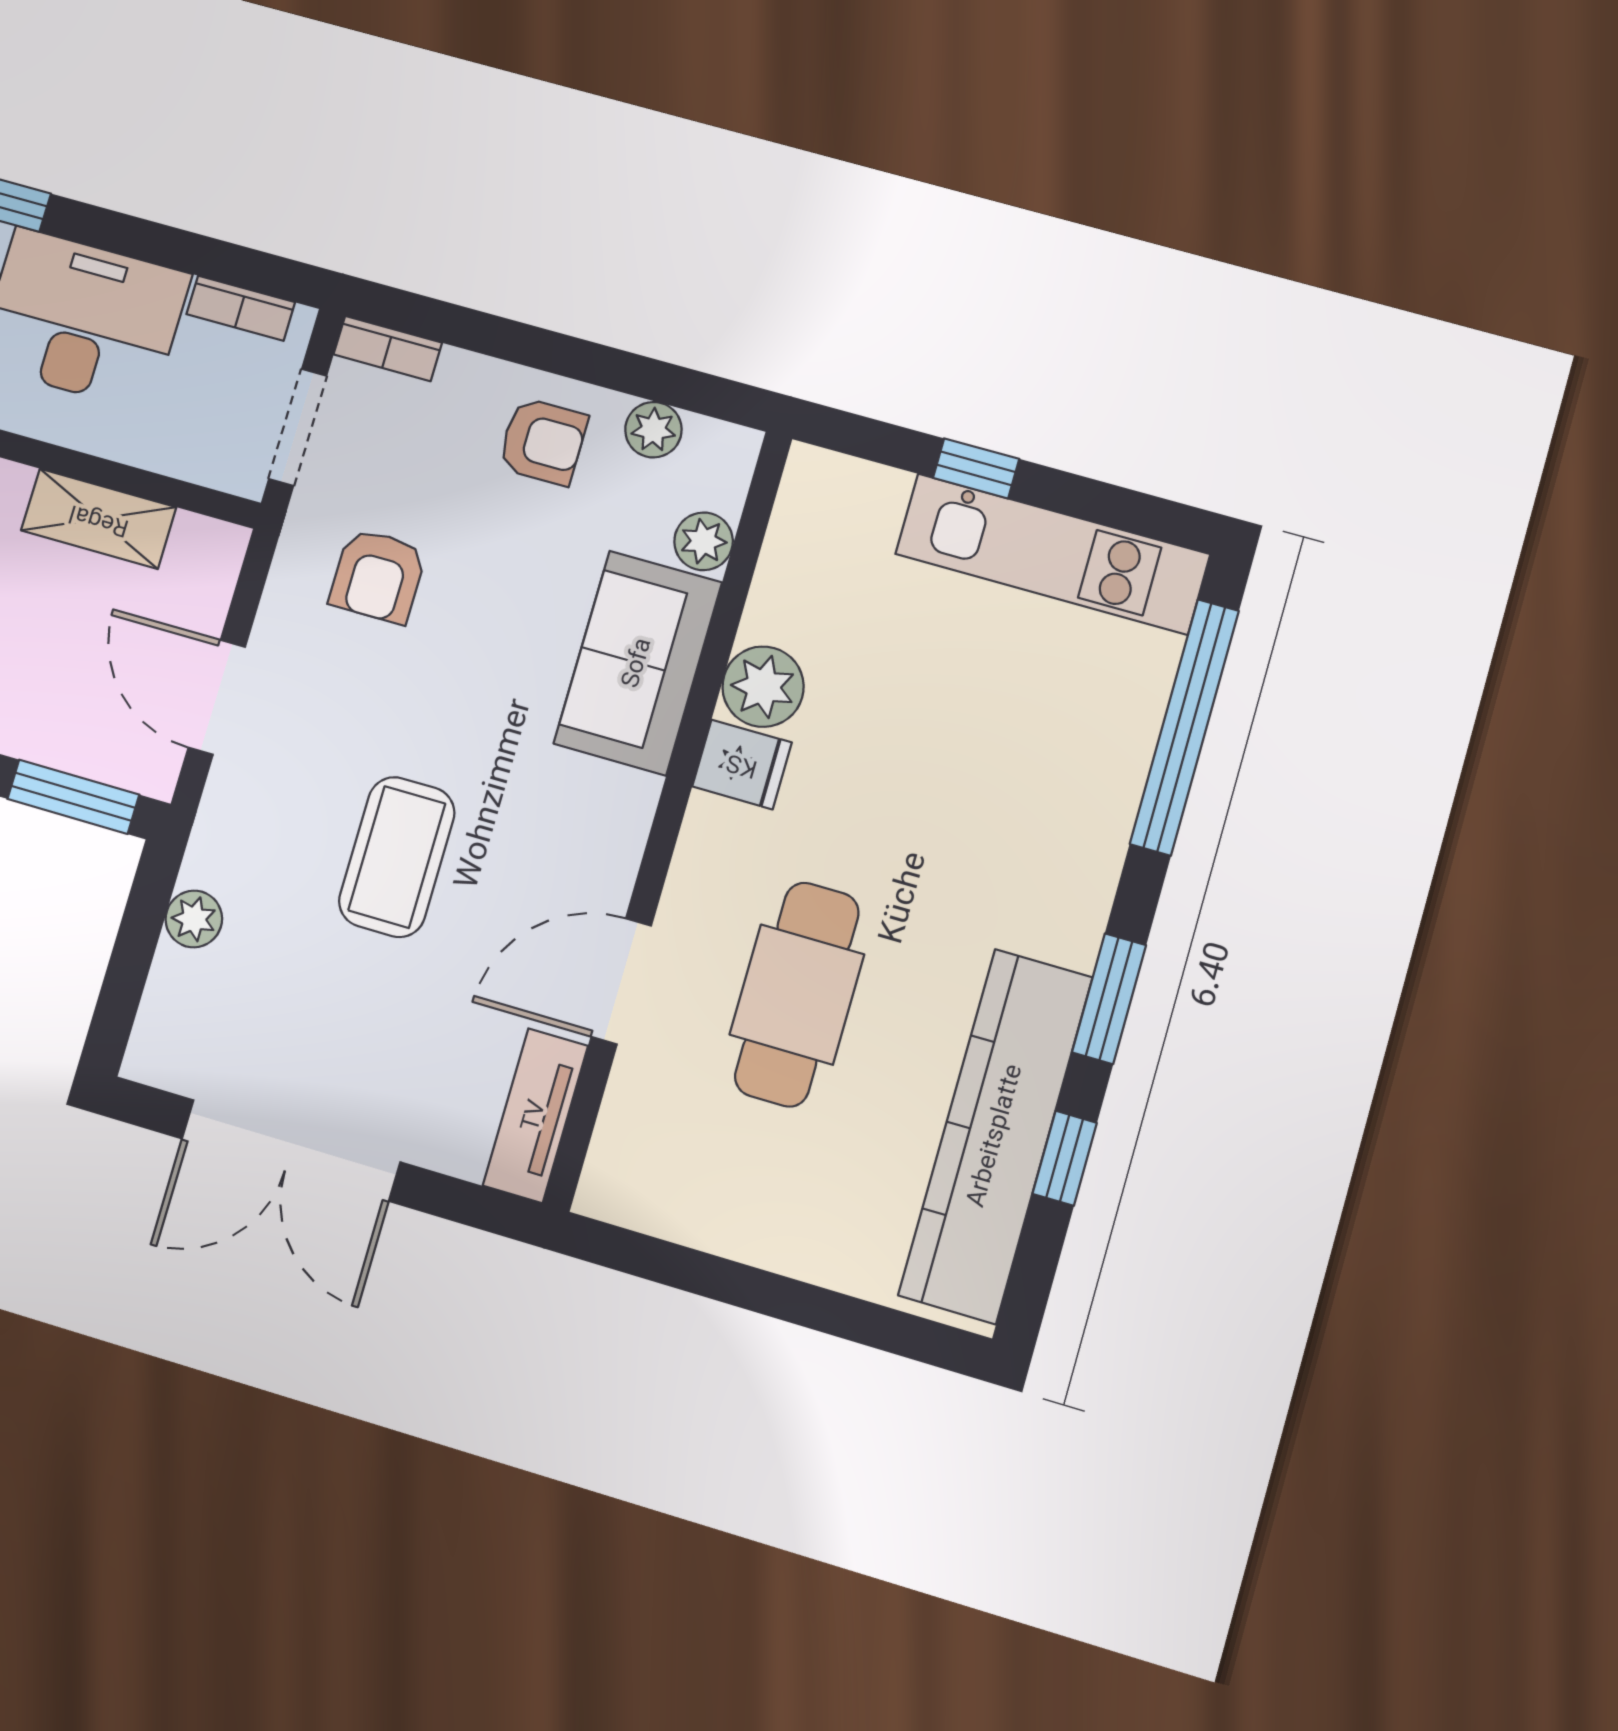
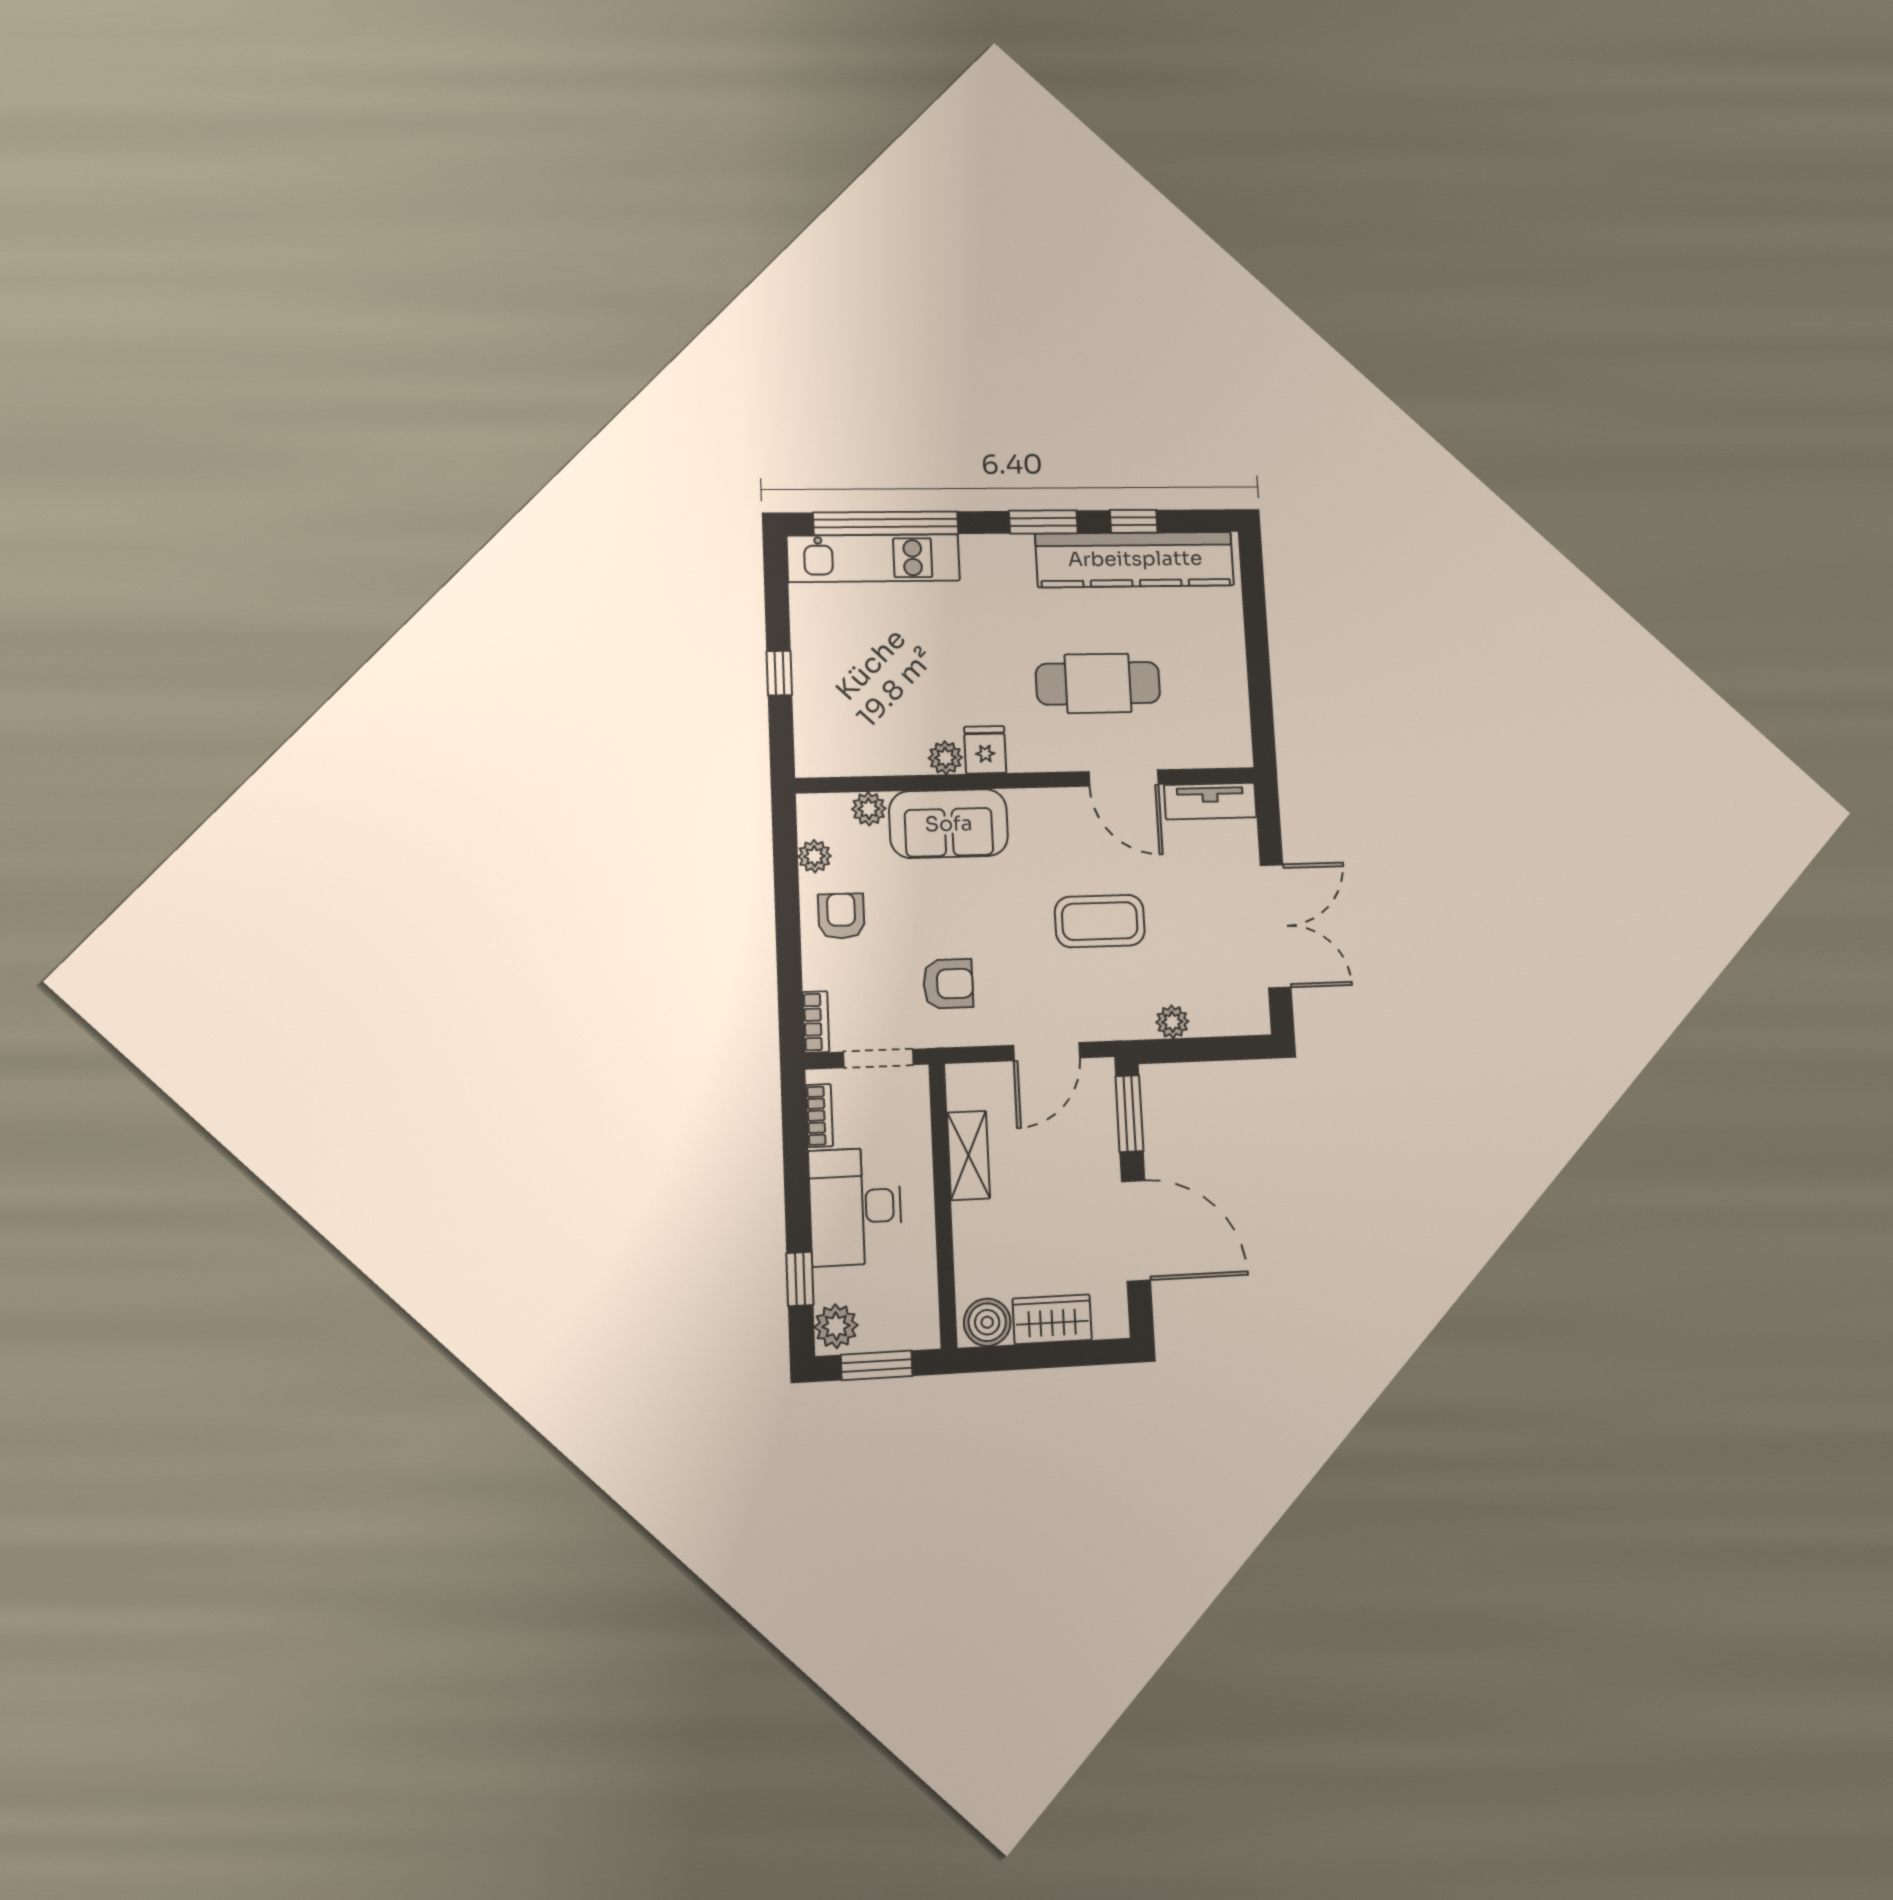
kitchen unit: (1052, 554) -> (873, 558), moved, turned 90
plant: (763, 687) -> (945, 758), width x0.73, depth x0.73

